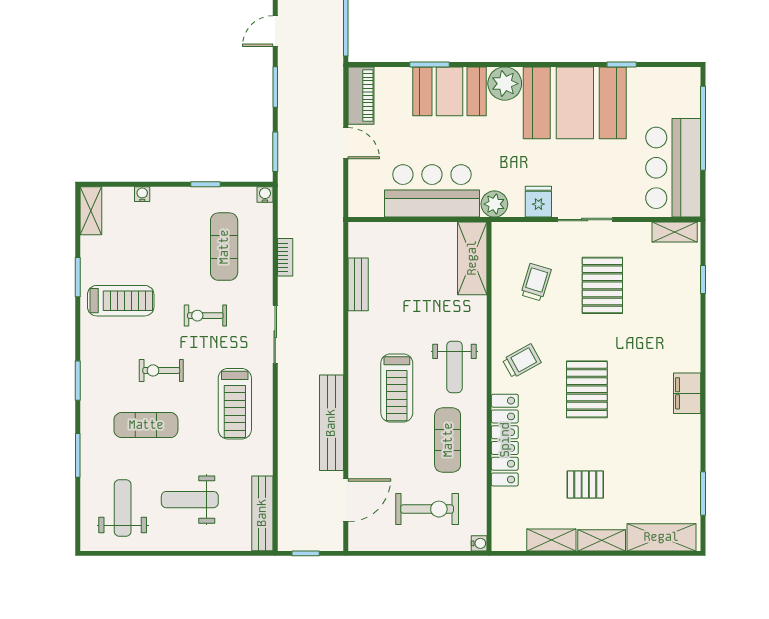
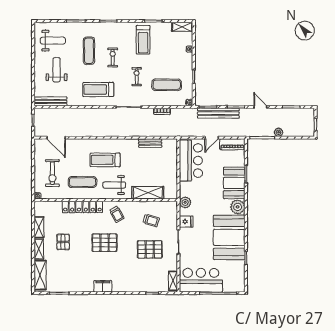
bar counter: (432, 191) -> (191, 160), moved
shelving: (472, 258) -> (148, 193), moved
bench: (331, 423) -> (218, 113), moved

